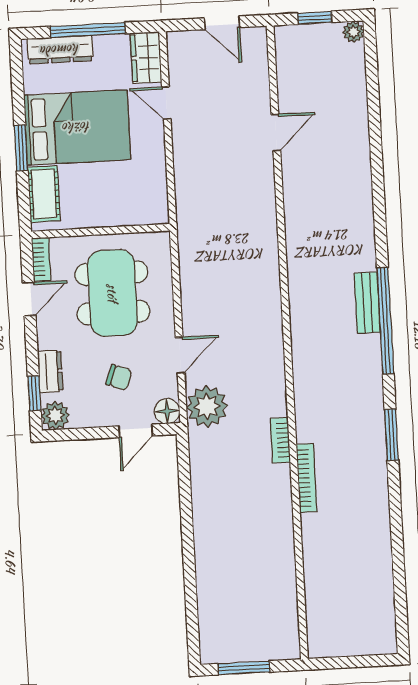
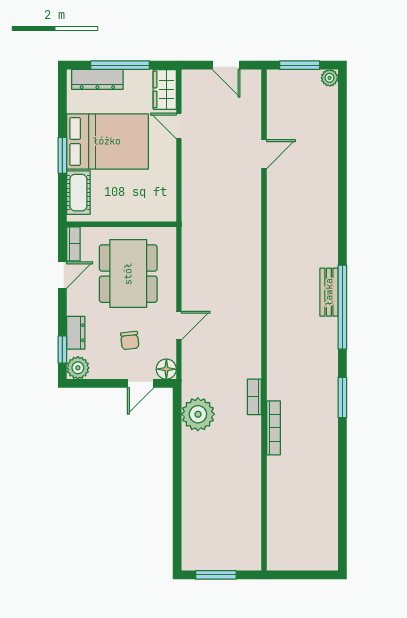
window: (315, 18) -> (300, 65), width x1.50
chair: (119, 377) -> (130, 340), turned 64
plant: (207, 406) -> (198, 414), moved

